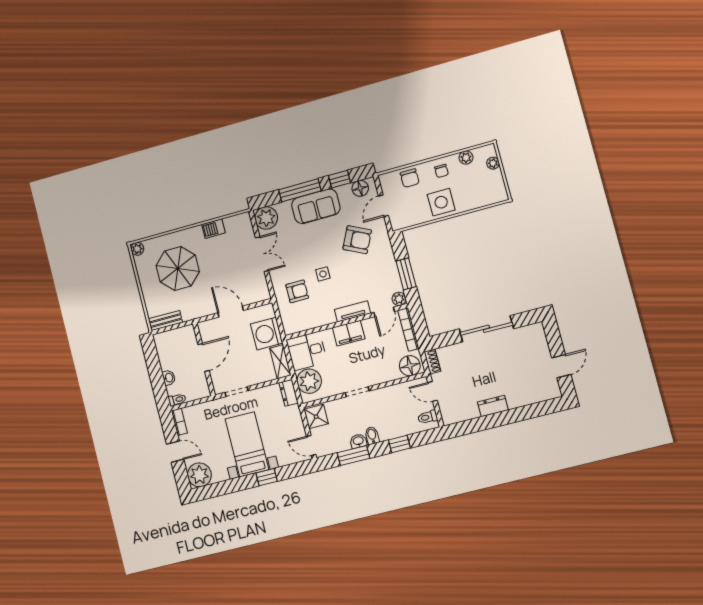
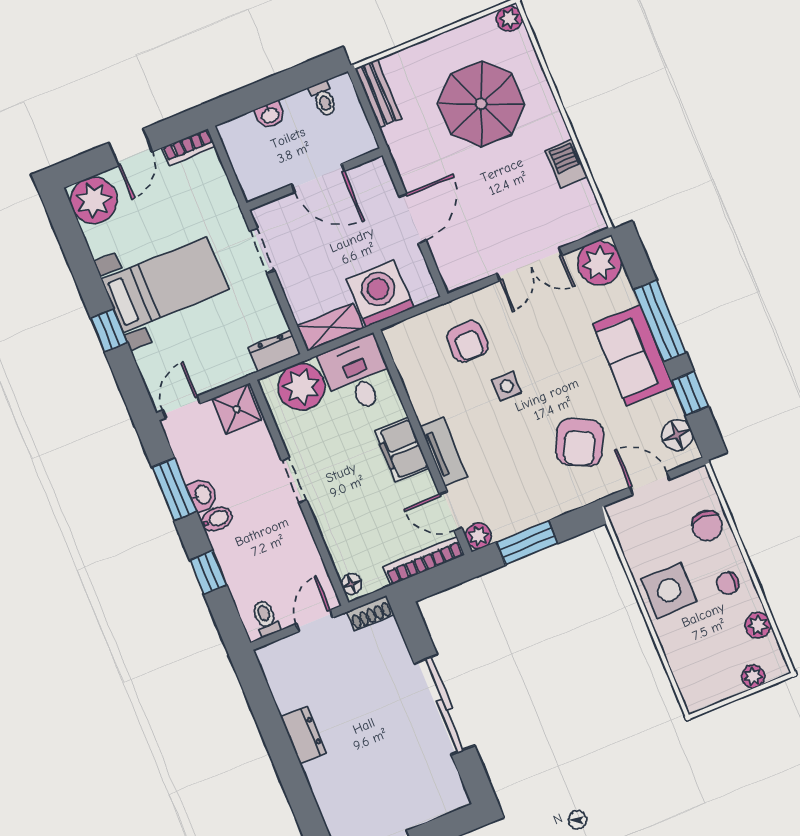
chair: (410, 178) -> (707, 526), turned -90
floor lamp: (410, 366) -> (352, 584), width x0.53, depth x0.53
toilet: (177, 400) -> (323, 99), moved

